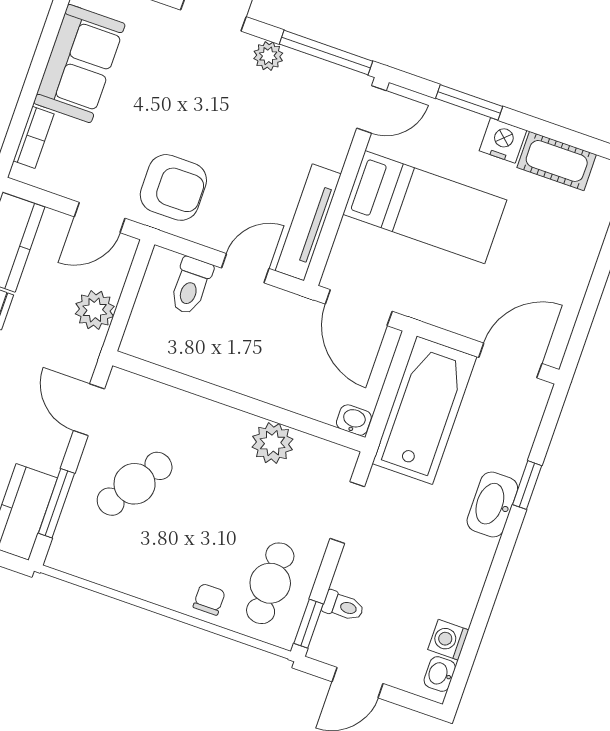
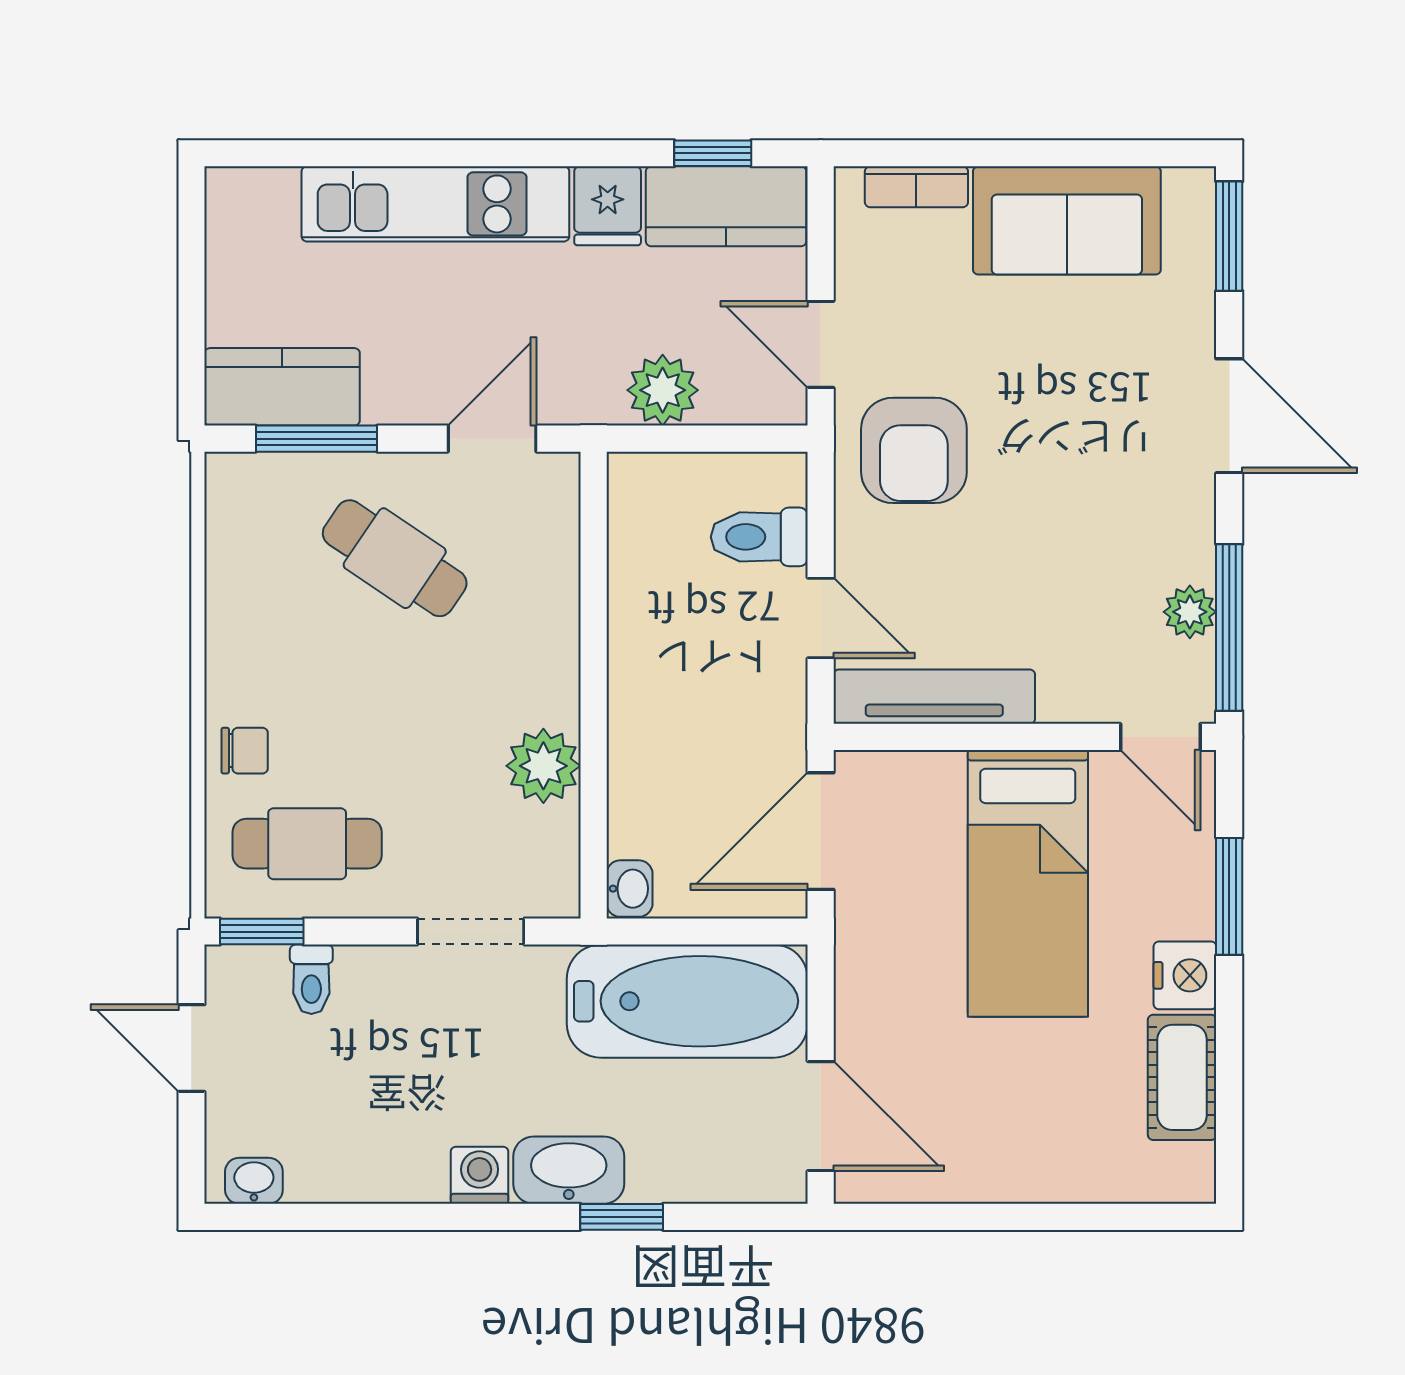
plant: (268, 56) -> (1190, 612), moved
washing machine: (448, 640) -> (480, 1175), moved

